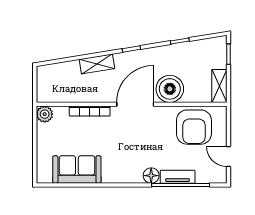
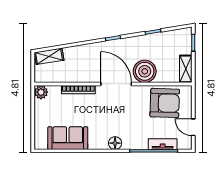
shelving: (97, 64) -> (49, 56), moved
door: (135, 104) -> (116, 84), hinge flipped
armchair: (194, 127) -> (165, 103), turned -88
floor lamp: (151, 176) -> (115, 143), moved
tv unit: (178, 177) -> (163, 144), moved

